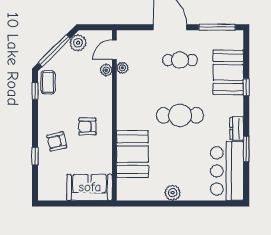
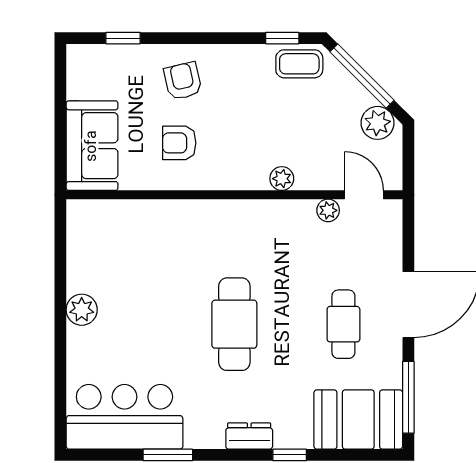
plant: (106, 70) -> (282, 179), moved
booth: (228, 72) -> (358, 420), moved
armchair: (87, 127) -> (179, 143), moved, turned -90
dresser: (237, 128) -> (249, 436), moved
booth: (132, 154) -> (158, 230), removed
window: (35, 156) -> (123, 38), moved

